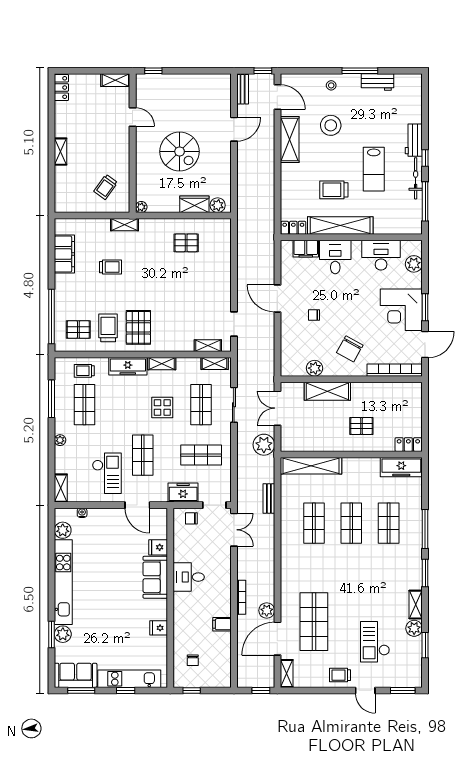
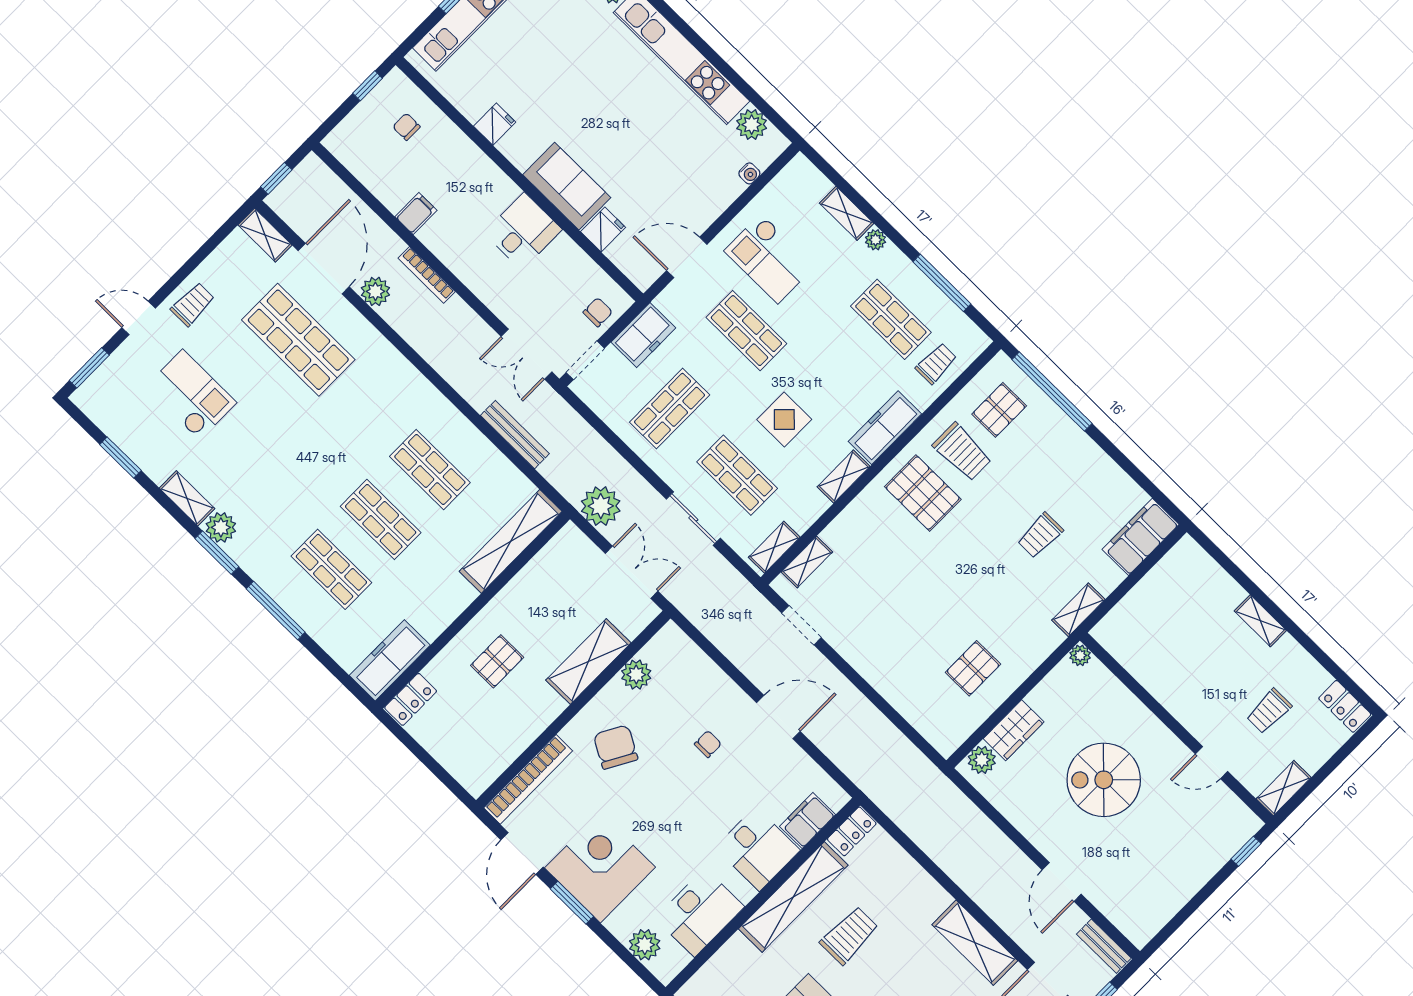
trolley: (106, 187) -> (1269, 711), moved, turned -126
filing cabinet: (64, 254) -> (1140, 537), moved, turned 90
shelving: (61, 488) -> (847, 213), moved
bench: (269, 499) -> (515, 435), width x1.36
plant: (414, 628) -> (221, 527), moved

